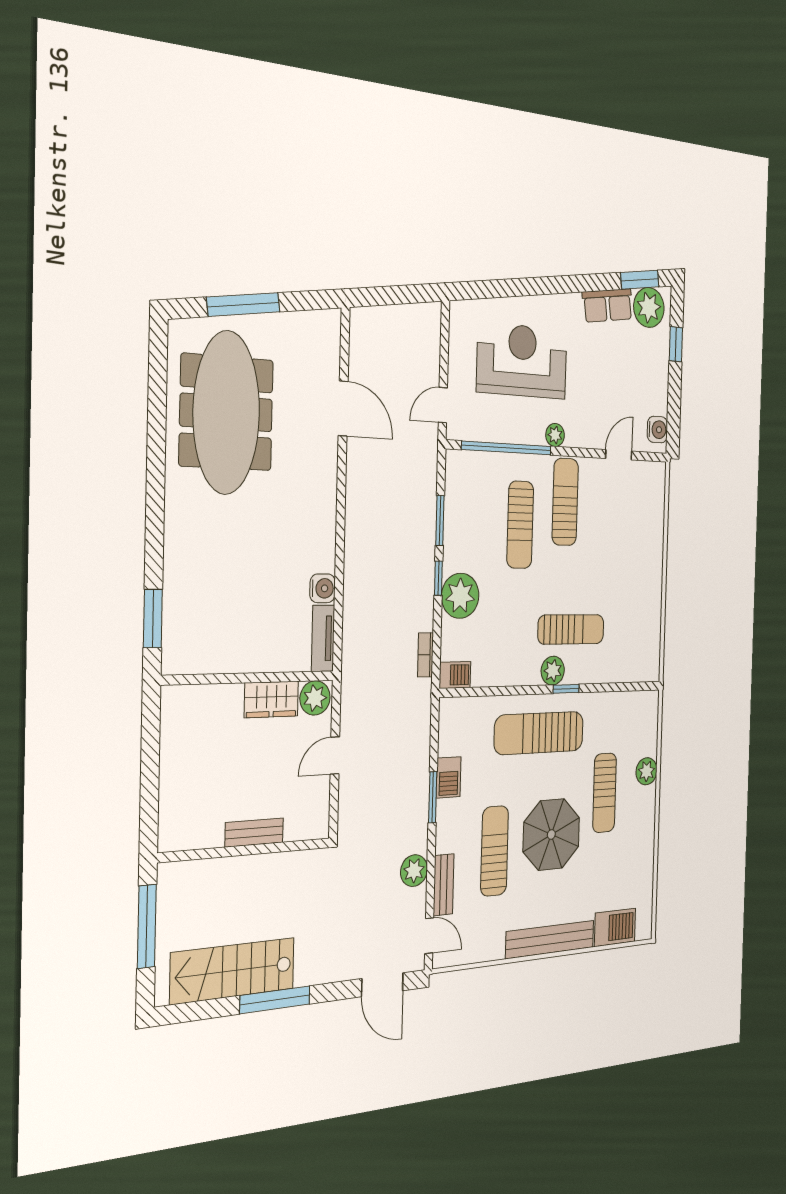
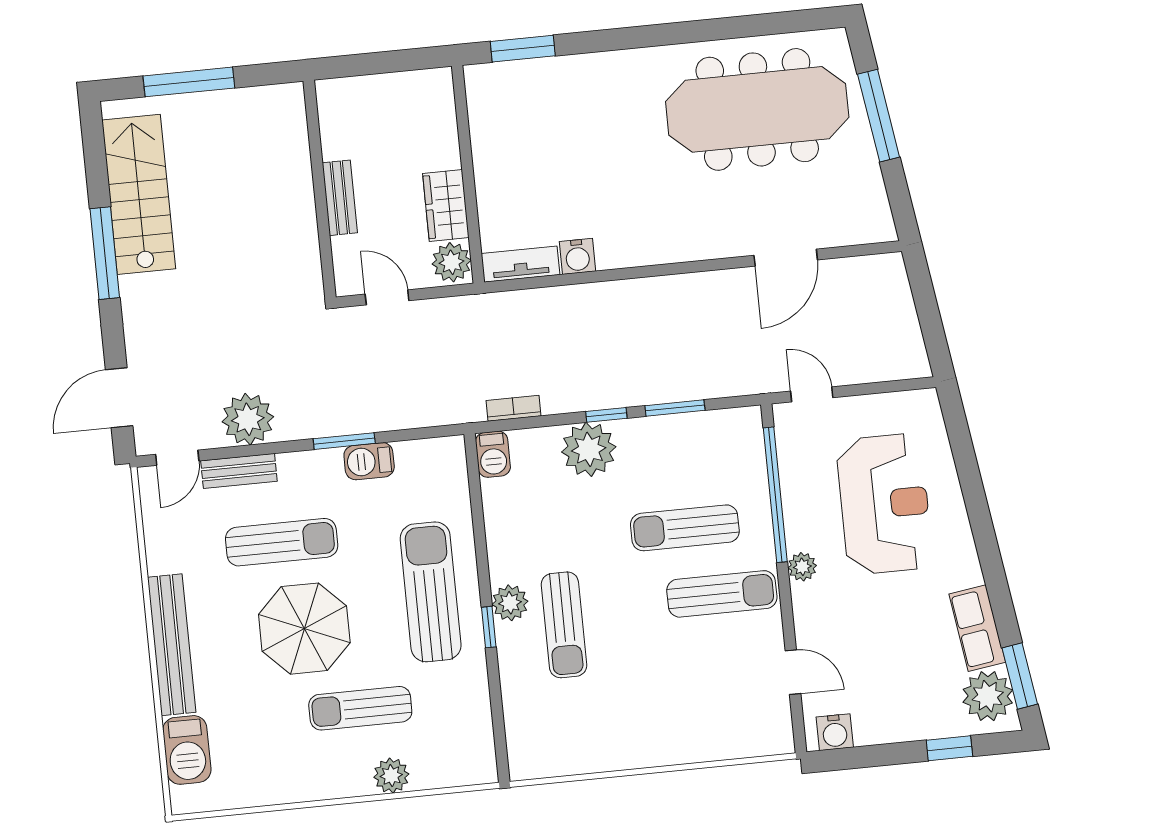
bench: (254, 832) -> (340, 198), moved
wall: (246, 850) -> (320, 189), moved
plant: (414, 871) -> (248, 419), width x1.36, depth x1.36

